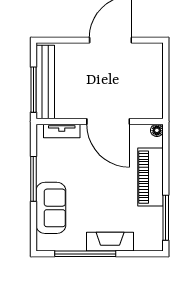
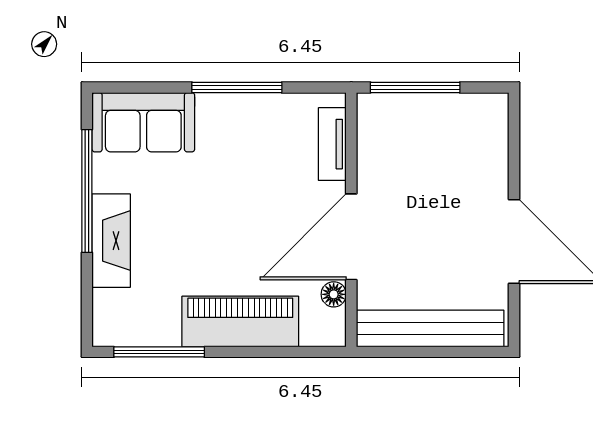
bench: (45, 82) -> (430, 328), moved
floor lamp: (157, 130) -> (334, 294), moved
sofa: (51, 208) -> (143, 122), moved

